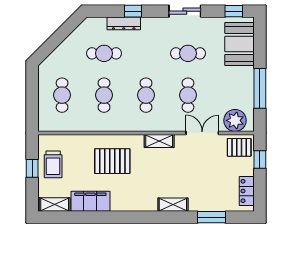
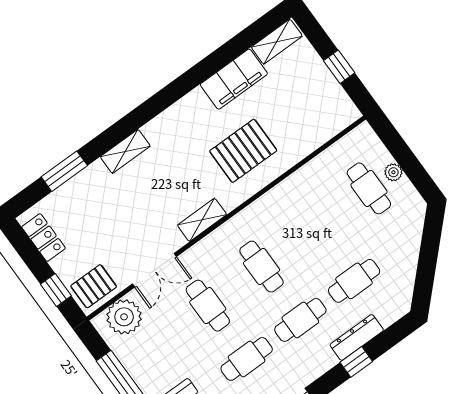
plant: (43, 94) -> (393, 172), added
cafe table: (104, 95) -> (300, 320), moved, turned 90
trolley: (53, 164) -> (316, 92), removed

